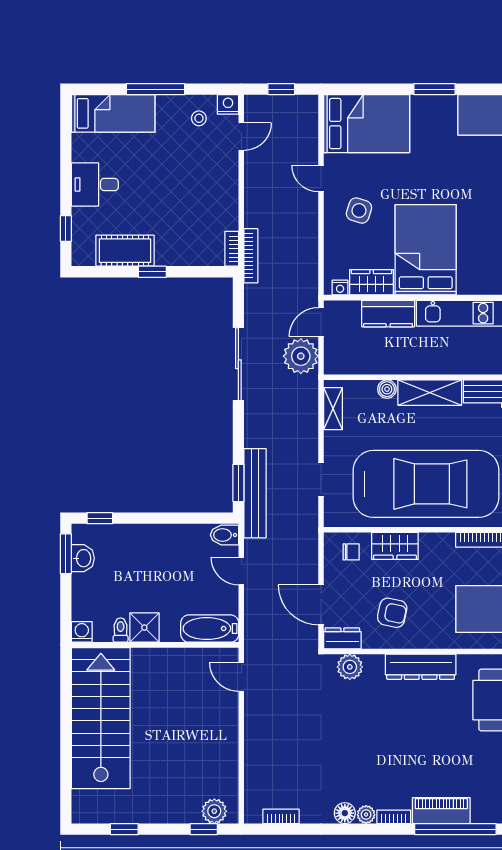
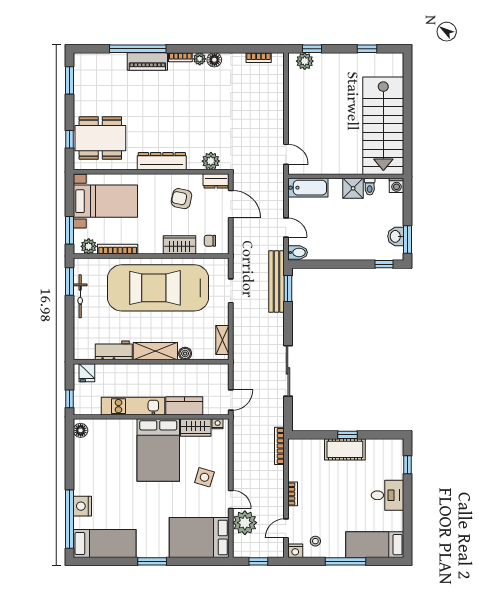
bookcase: (232, 249) -> (293, 494), moved
cot: (125, 251) -> (345, 449), moved
plant: (301, 356) -> (245, 523), moved

